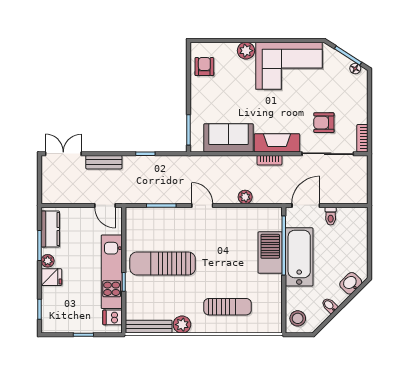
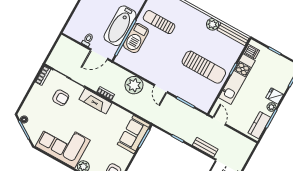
sofa: (229, 138) -> (134, 135), moved, turned 90
plant: (245, 197) -> (134, 85), width x1.88, depth x1.88
sun lounger: (227, 307) -> (159, 22), moved

